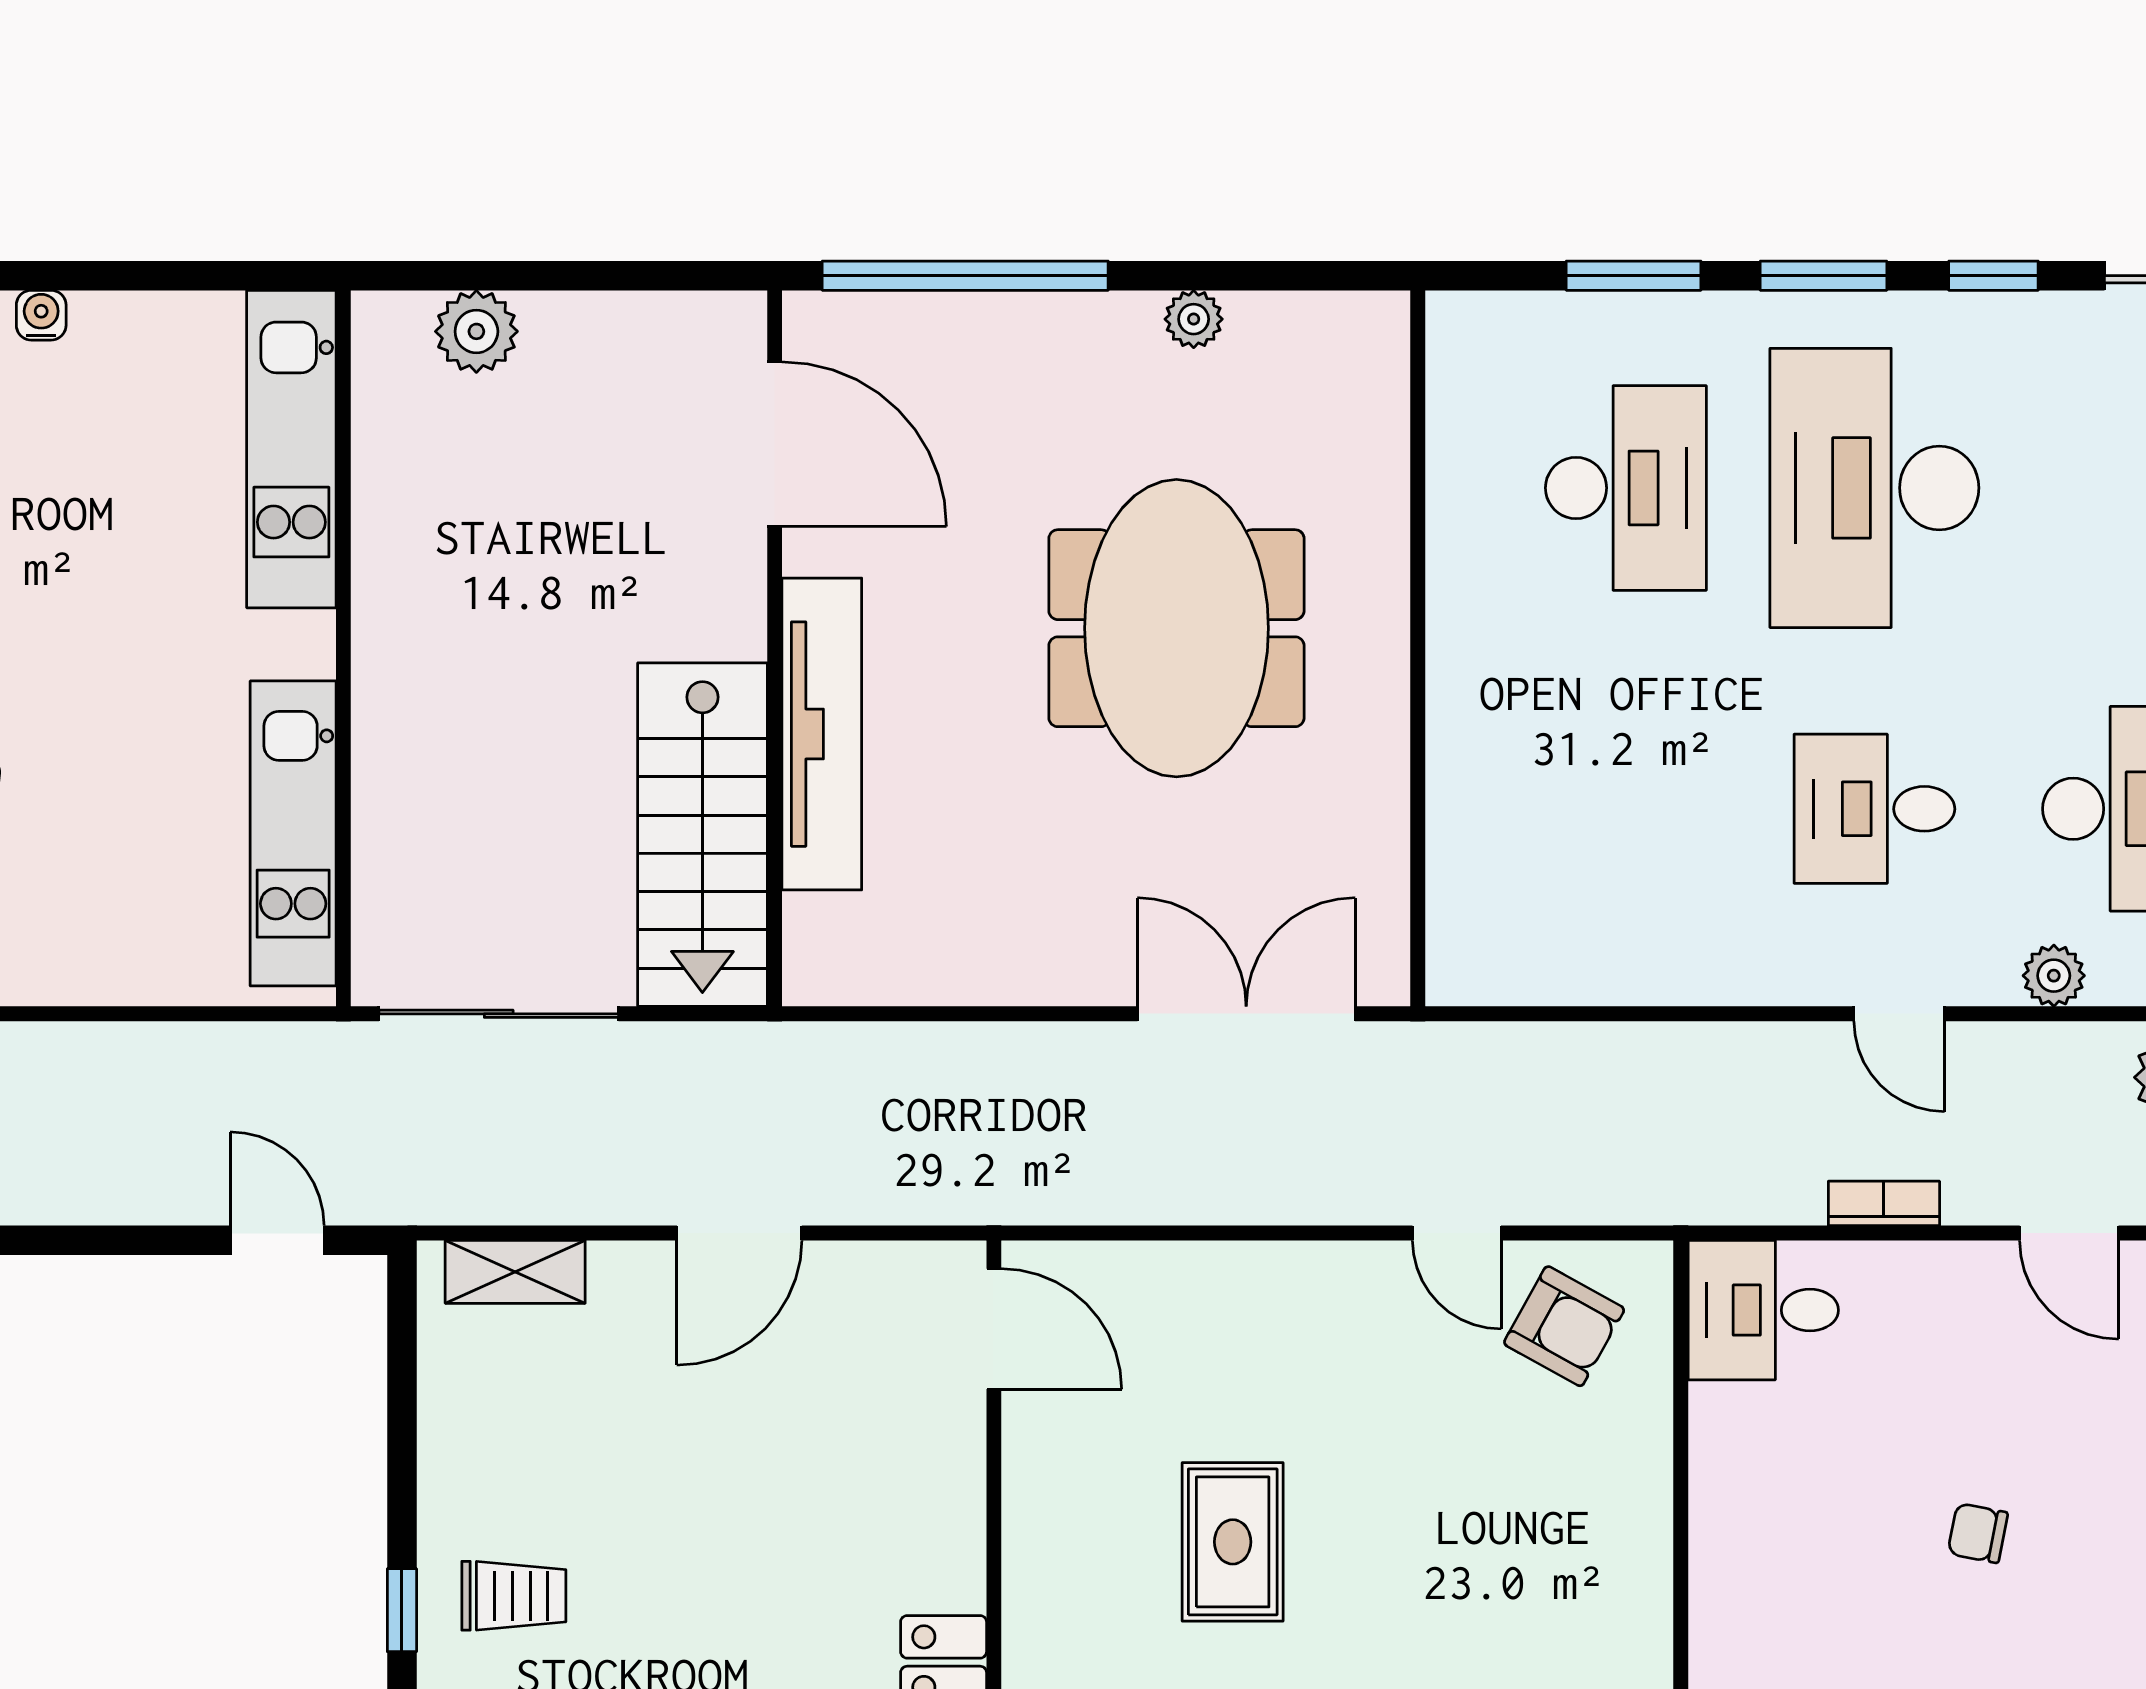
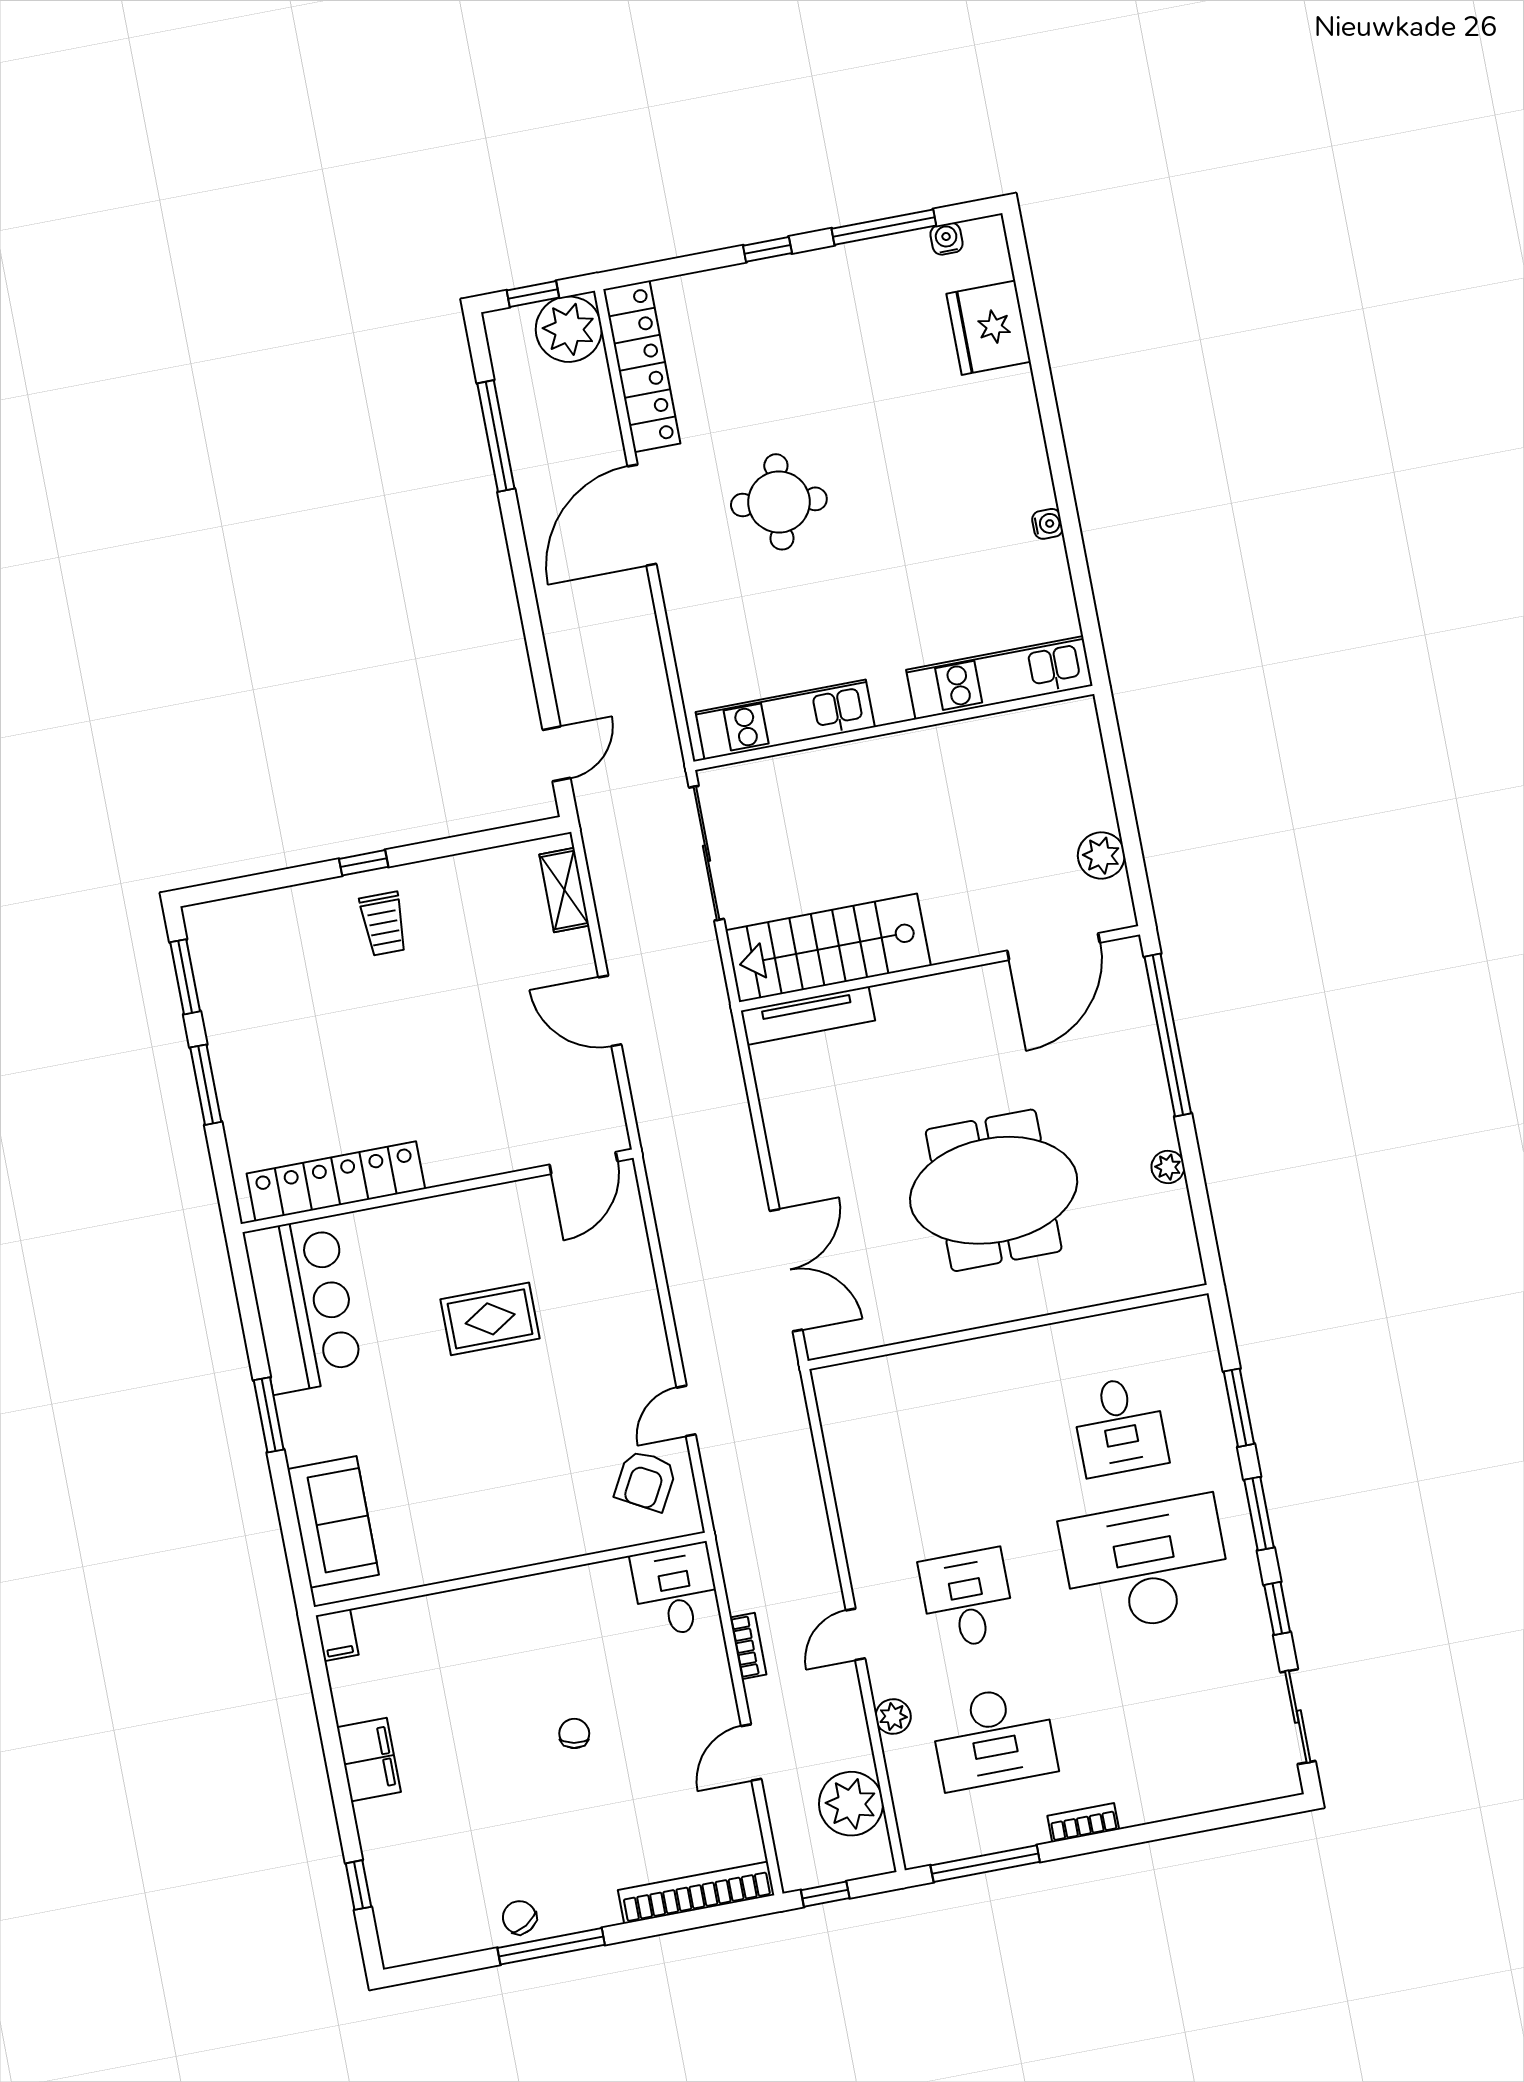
plant: (476, 331) -> (1101, 856), moved
desk: (1626, 488) -> (1120, 1426), width x0.73
tv unit: (822, 734) -> (808, 1016), moved, width x0.73, depth x0.78

